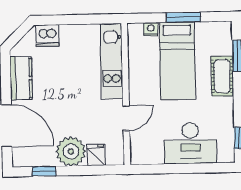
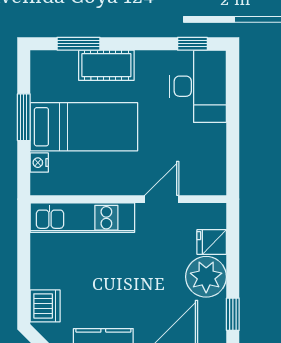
door: (126, 118) -> (162, 199), hinge flipped
desk: (190, 143) -> (198, 86), moved

